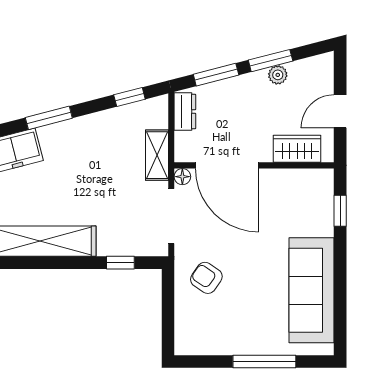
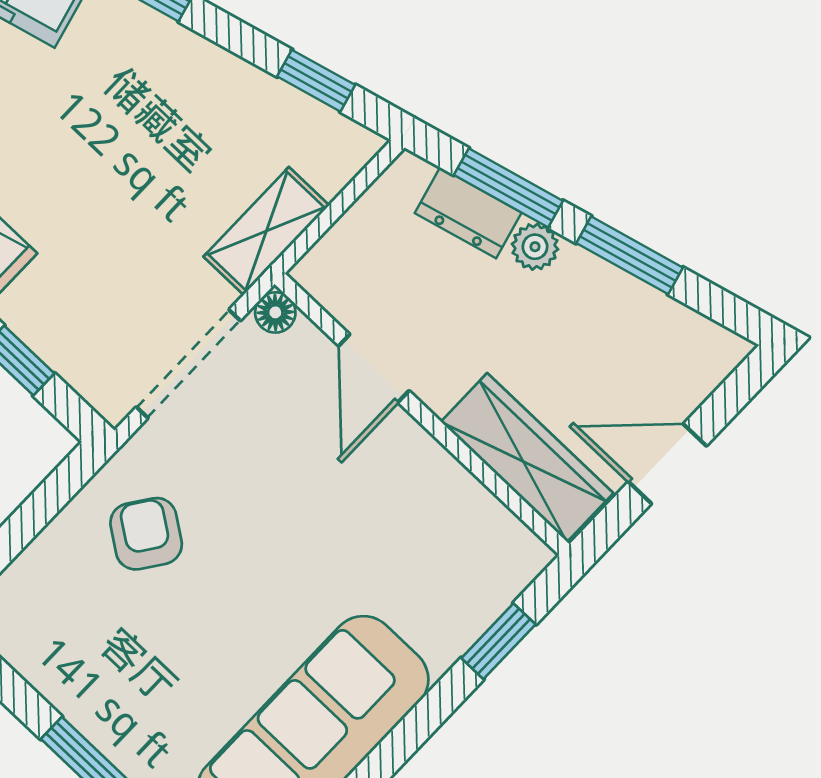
plant: (278, 75) -> (535, 247), moved
dresser: (185, 111) -> (468, 213), moved, turned 76
wardrobe: (297, 149) -> (527, 457), width x1.50
door: (227, 165) -> (374, 368), width x0.53

